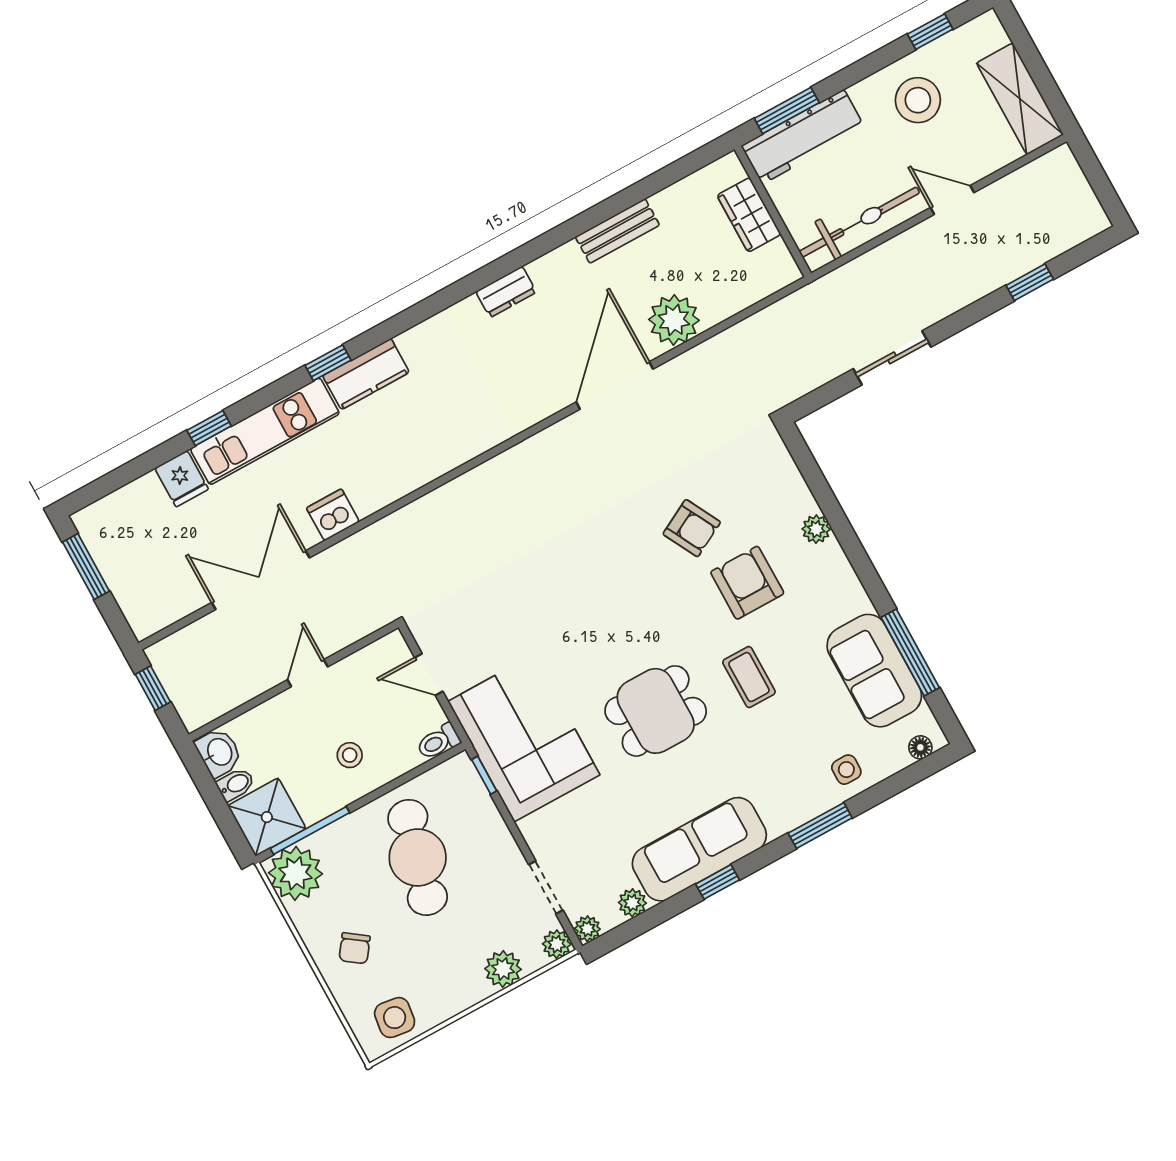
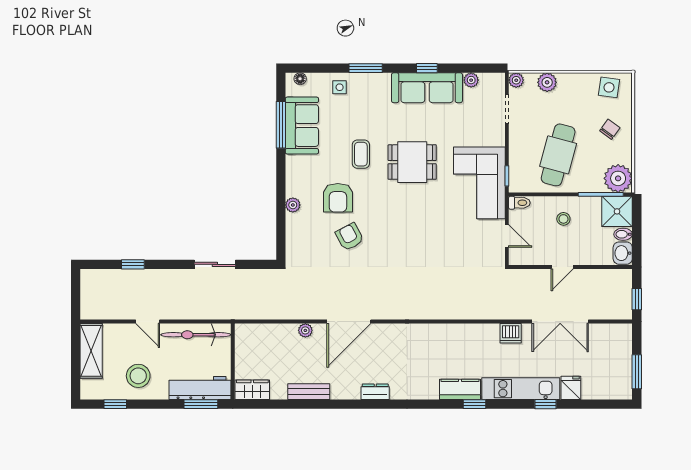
wardrobe: (749, 215) -> (252, 390), moved, turned -90
plant: (674, 320) -> (305, 330), width x0.53, depth x0.53
plant: (587, 929) -> (498, 80), removed

